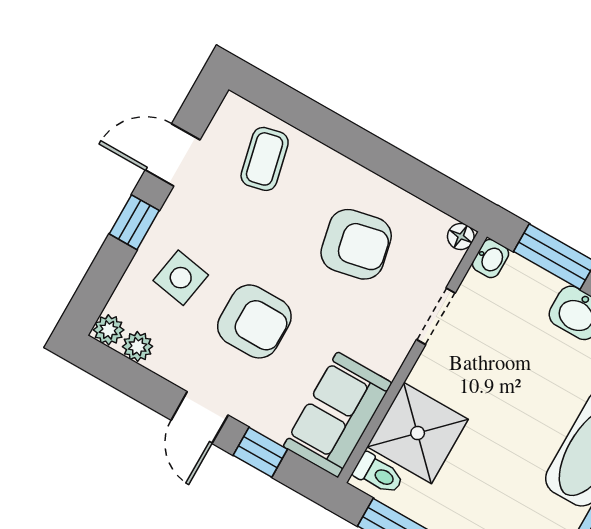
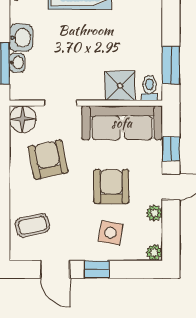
floor lamp: (461, 236) -> (23, 119), width x1.89, depth x1.89
washbasin: (491, 259) -> (17, 63), moved, turned 90
plant: (138, 347) -> (154, 213), moved
sofa: (338, 415) -> (122, 123), width x1.36
shower: (418, 433) -> (120, 86), width x0.73, depth x0.73

